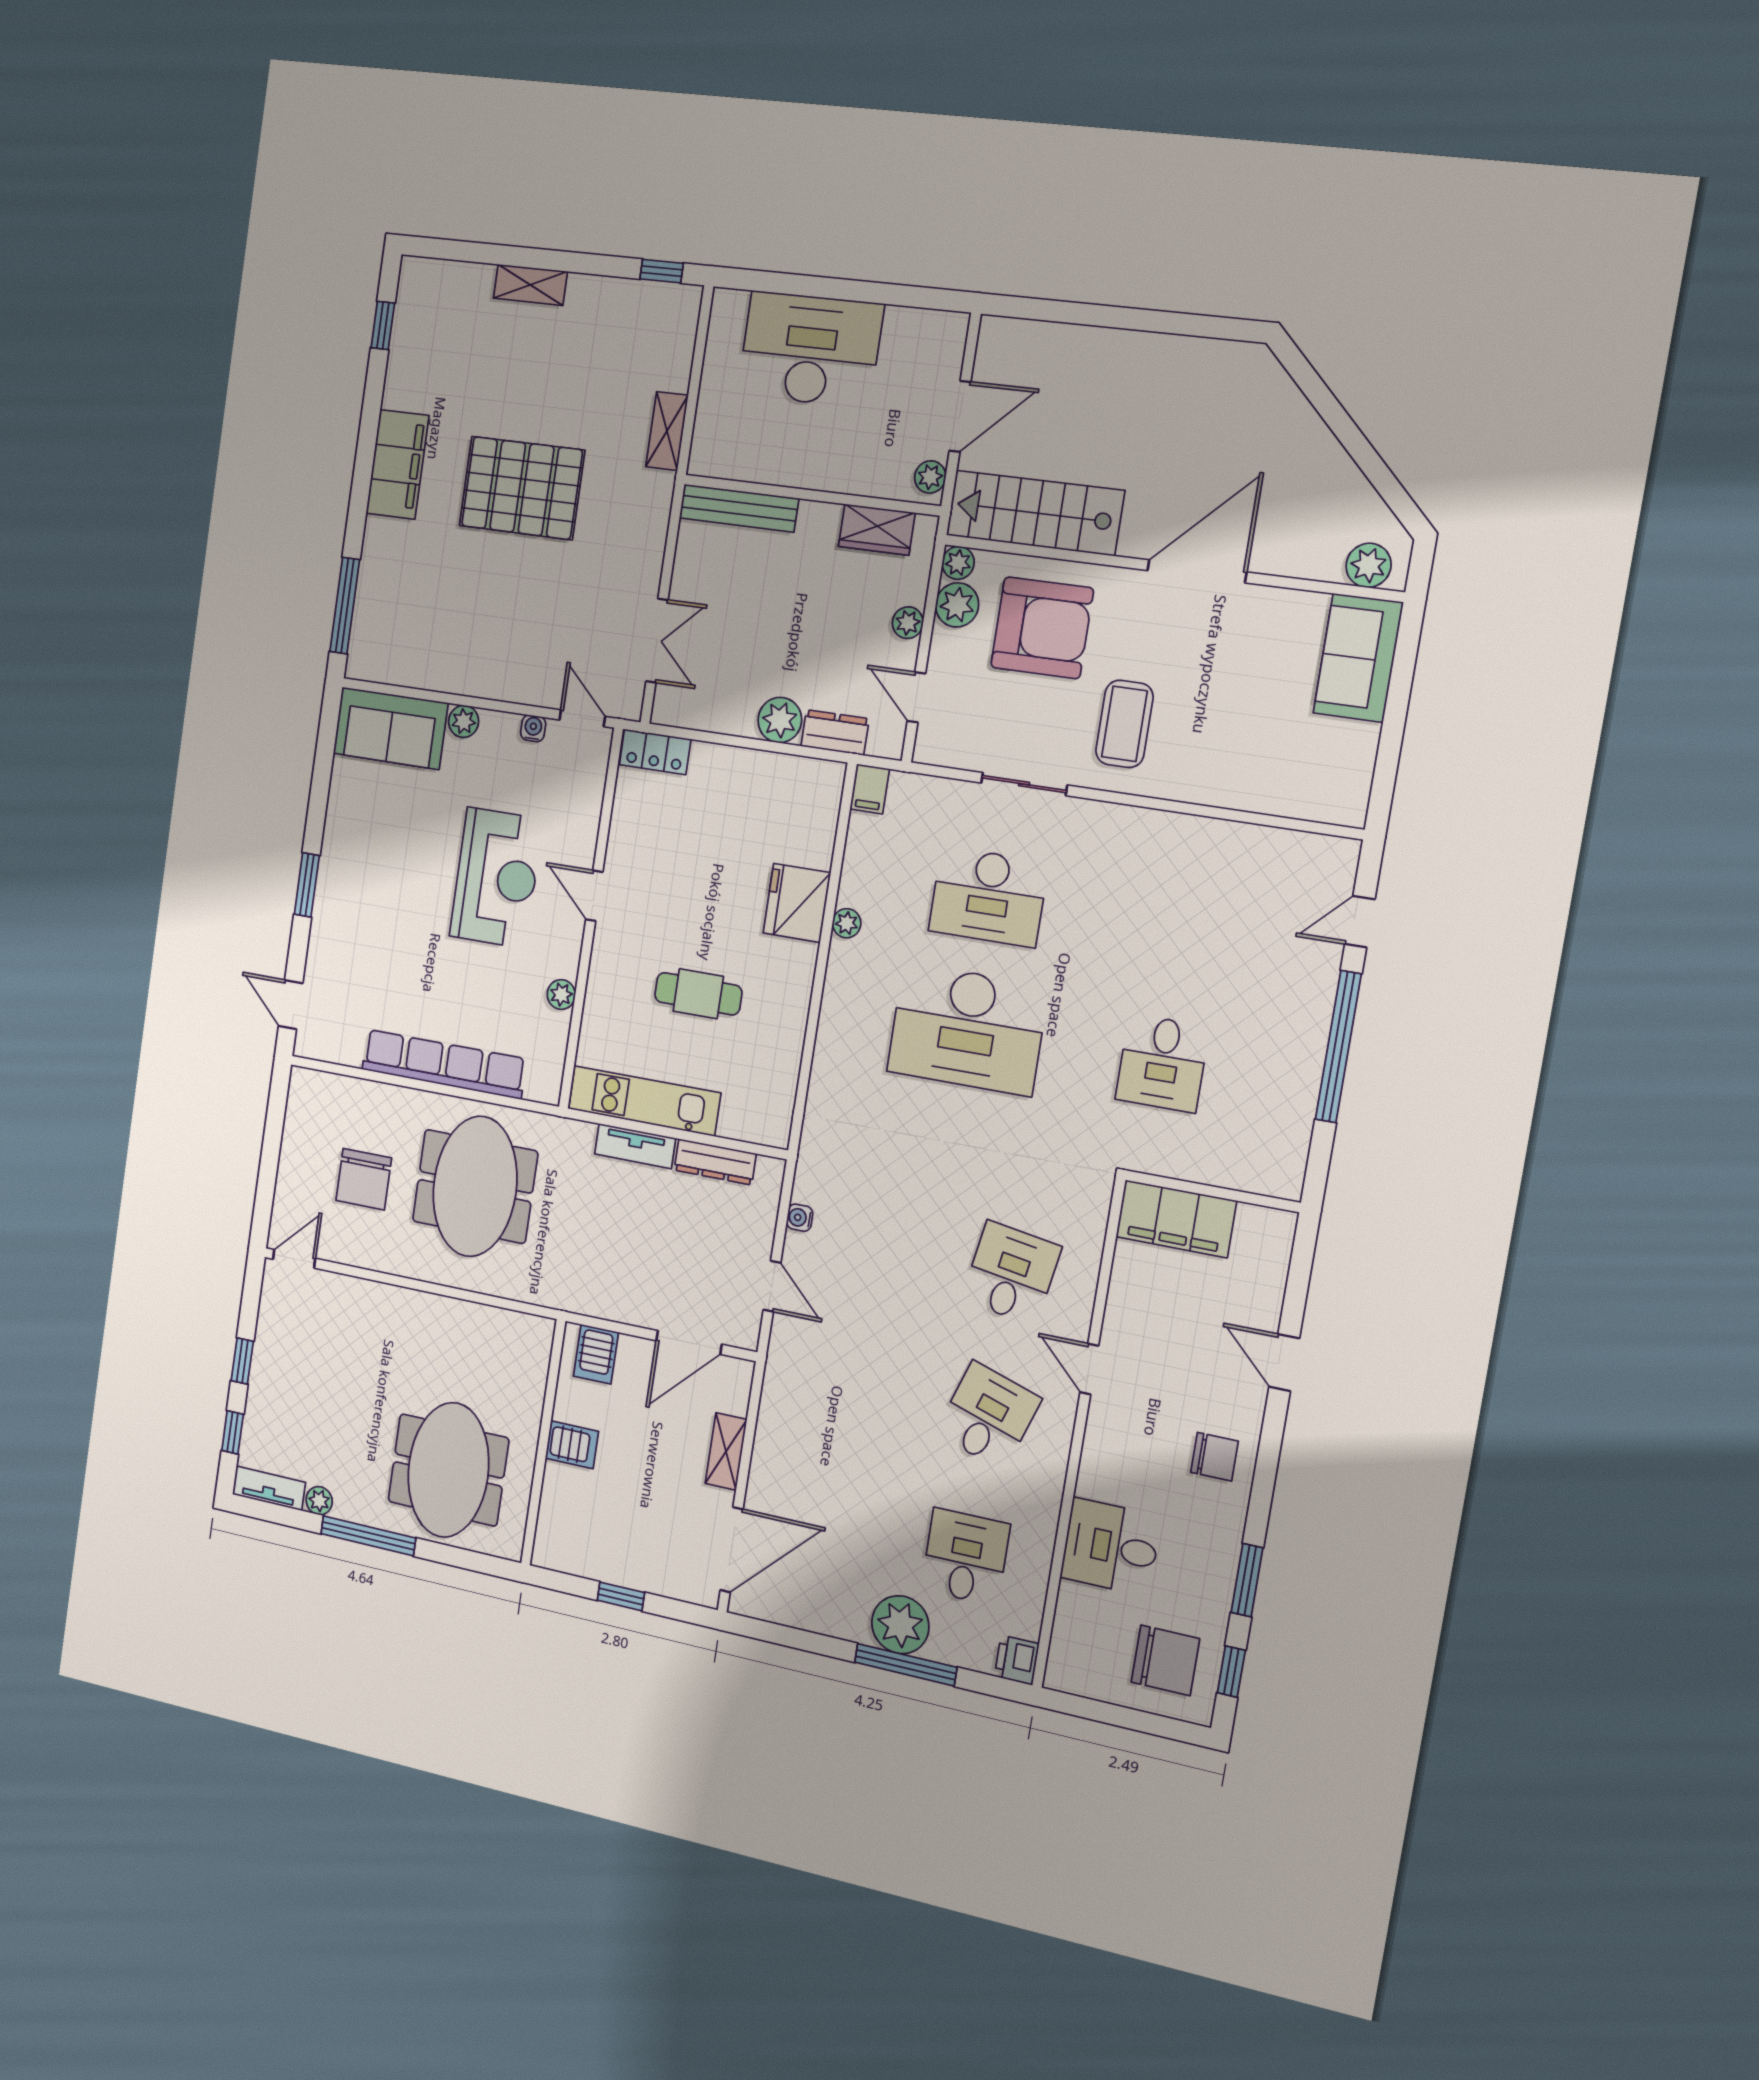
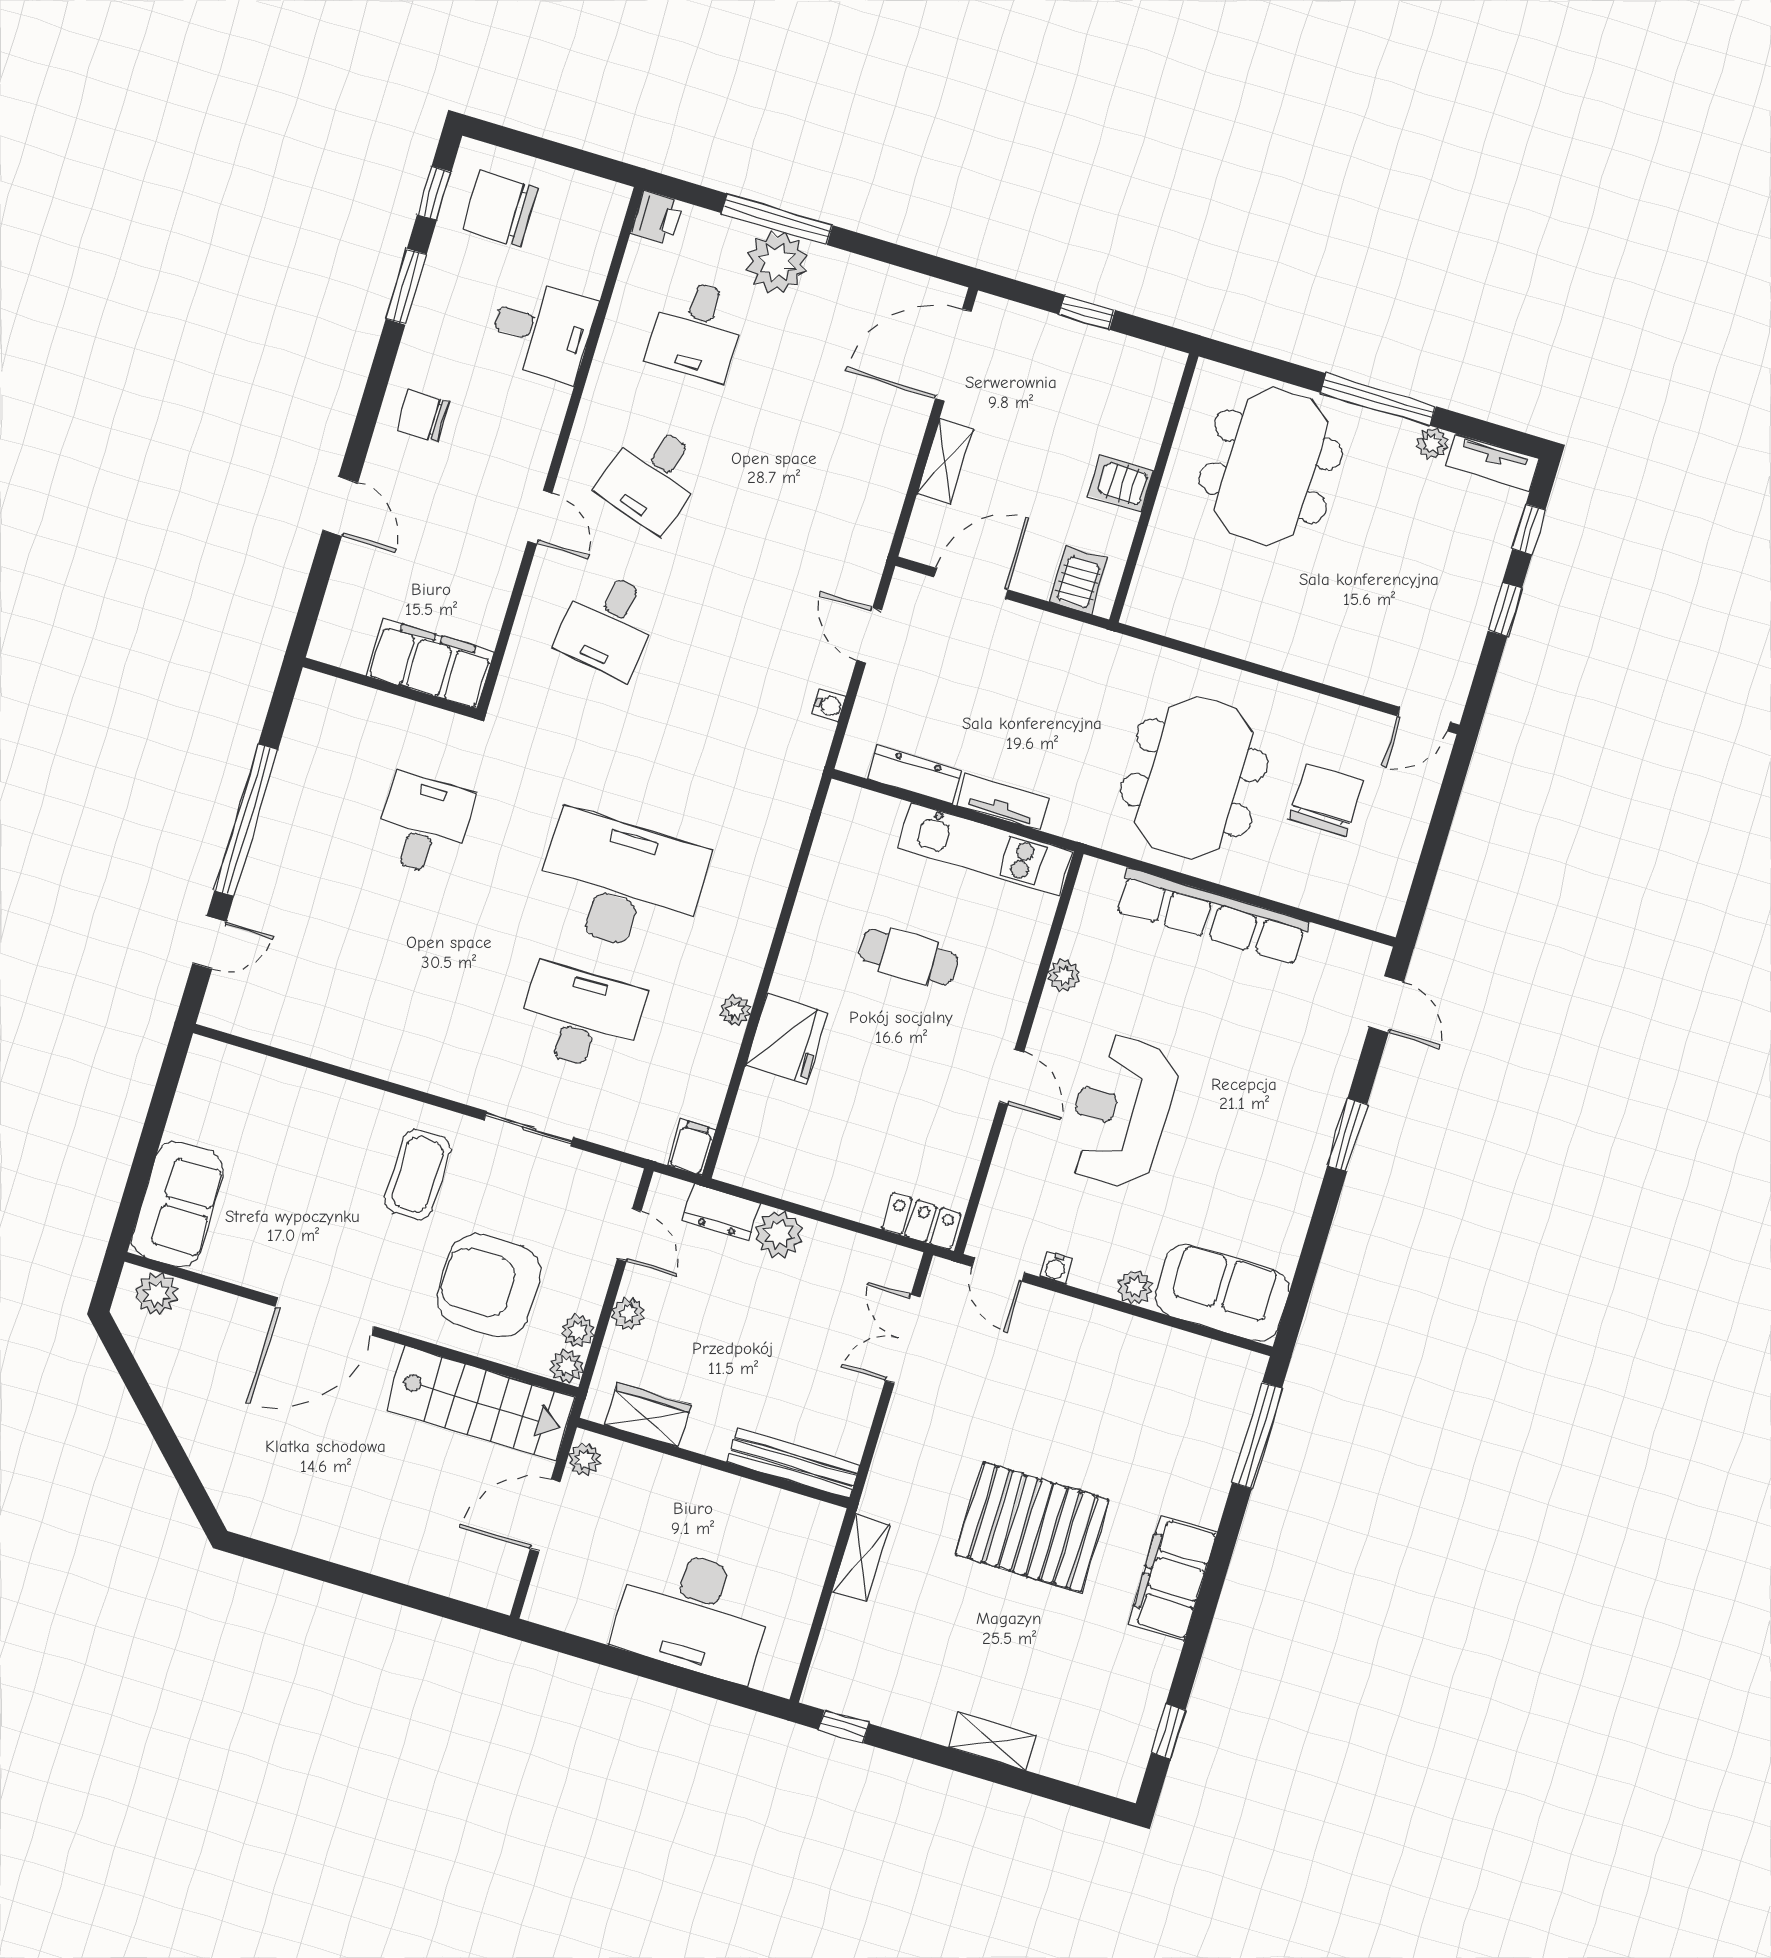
plant: (957, 605) -> (578, 1331), width x0.73, depth x0.73

